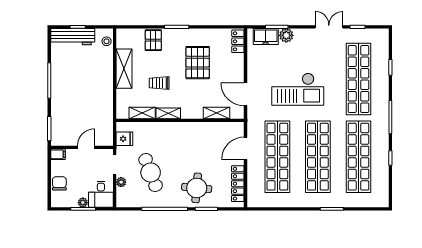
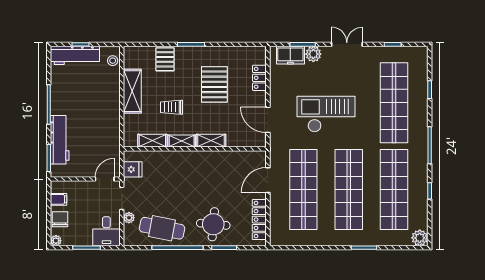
double door: (329, 27) -> (347, 44), moved
locker: (238, 41) -> (259, 78), moved
checkout: (298, 89) -> (326, 114), turned 180
workbench: (59, 112) -> (60, 140), added
shelving: (217, 113) -> (211, 141), moved
door: (86, 147) -> (105, 179), moved
filing cabinet: (58, 154) -> (58, 199), moved
cafe table: (151, 173) -> (162, 228), moved, turned -58
plant: (382, 200) -> (420, 238), added
plant: (83, 203) -> (56, 241), moved

